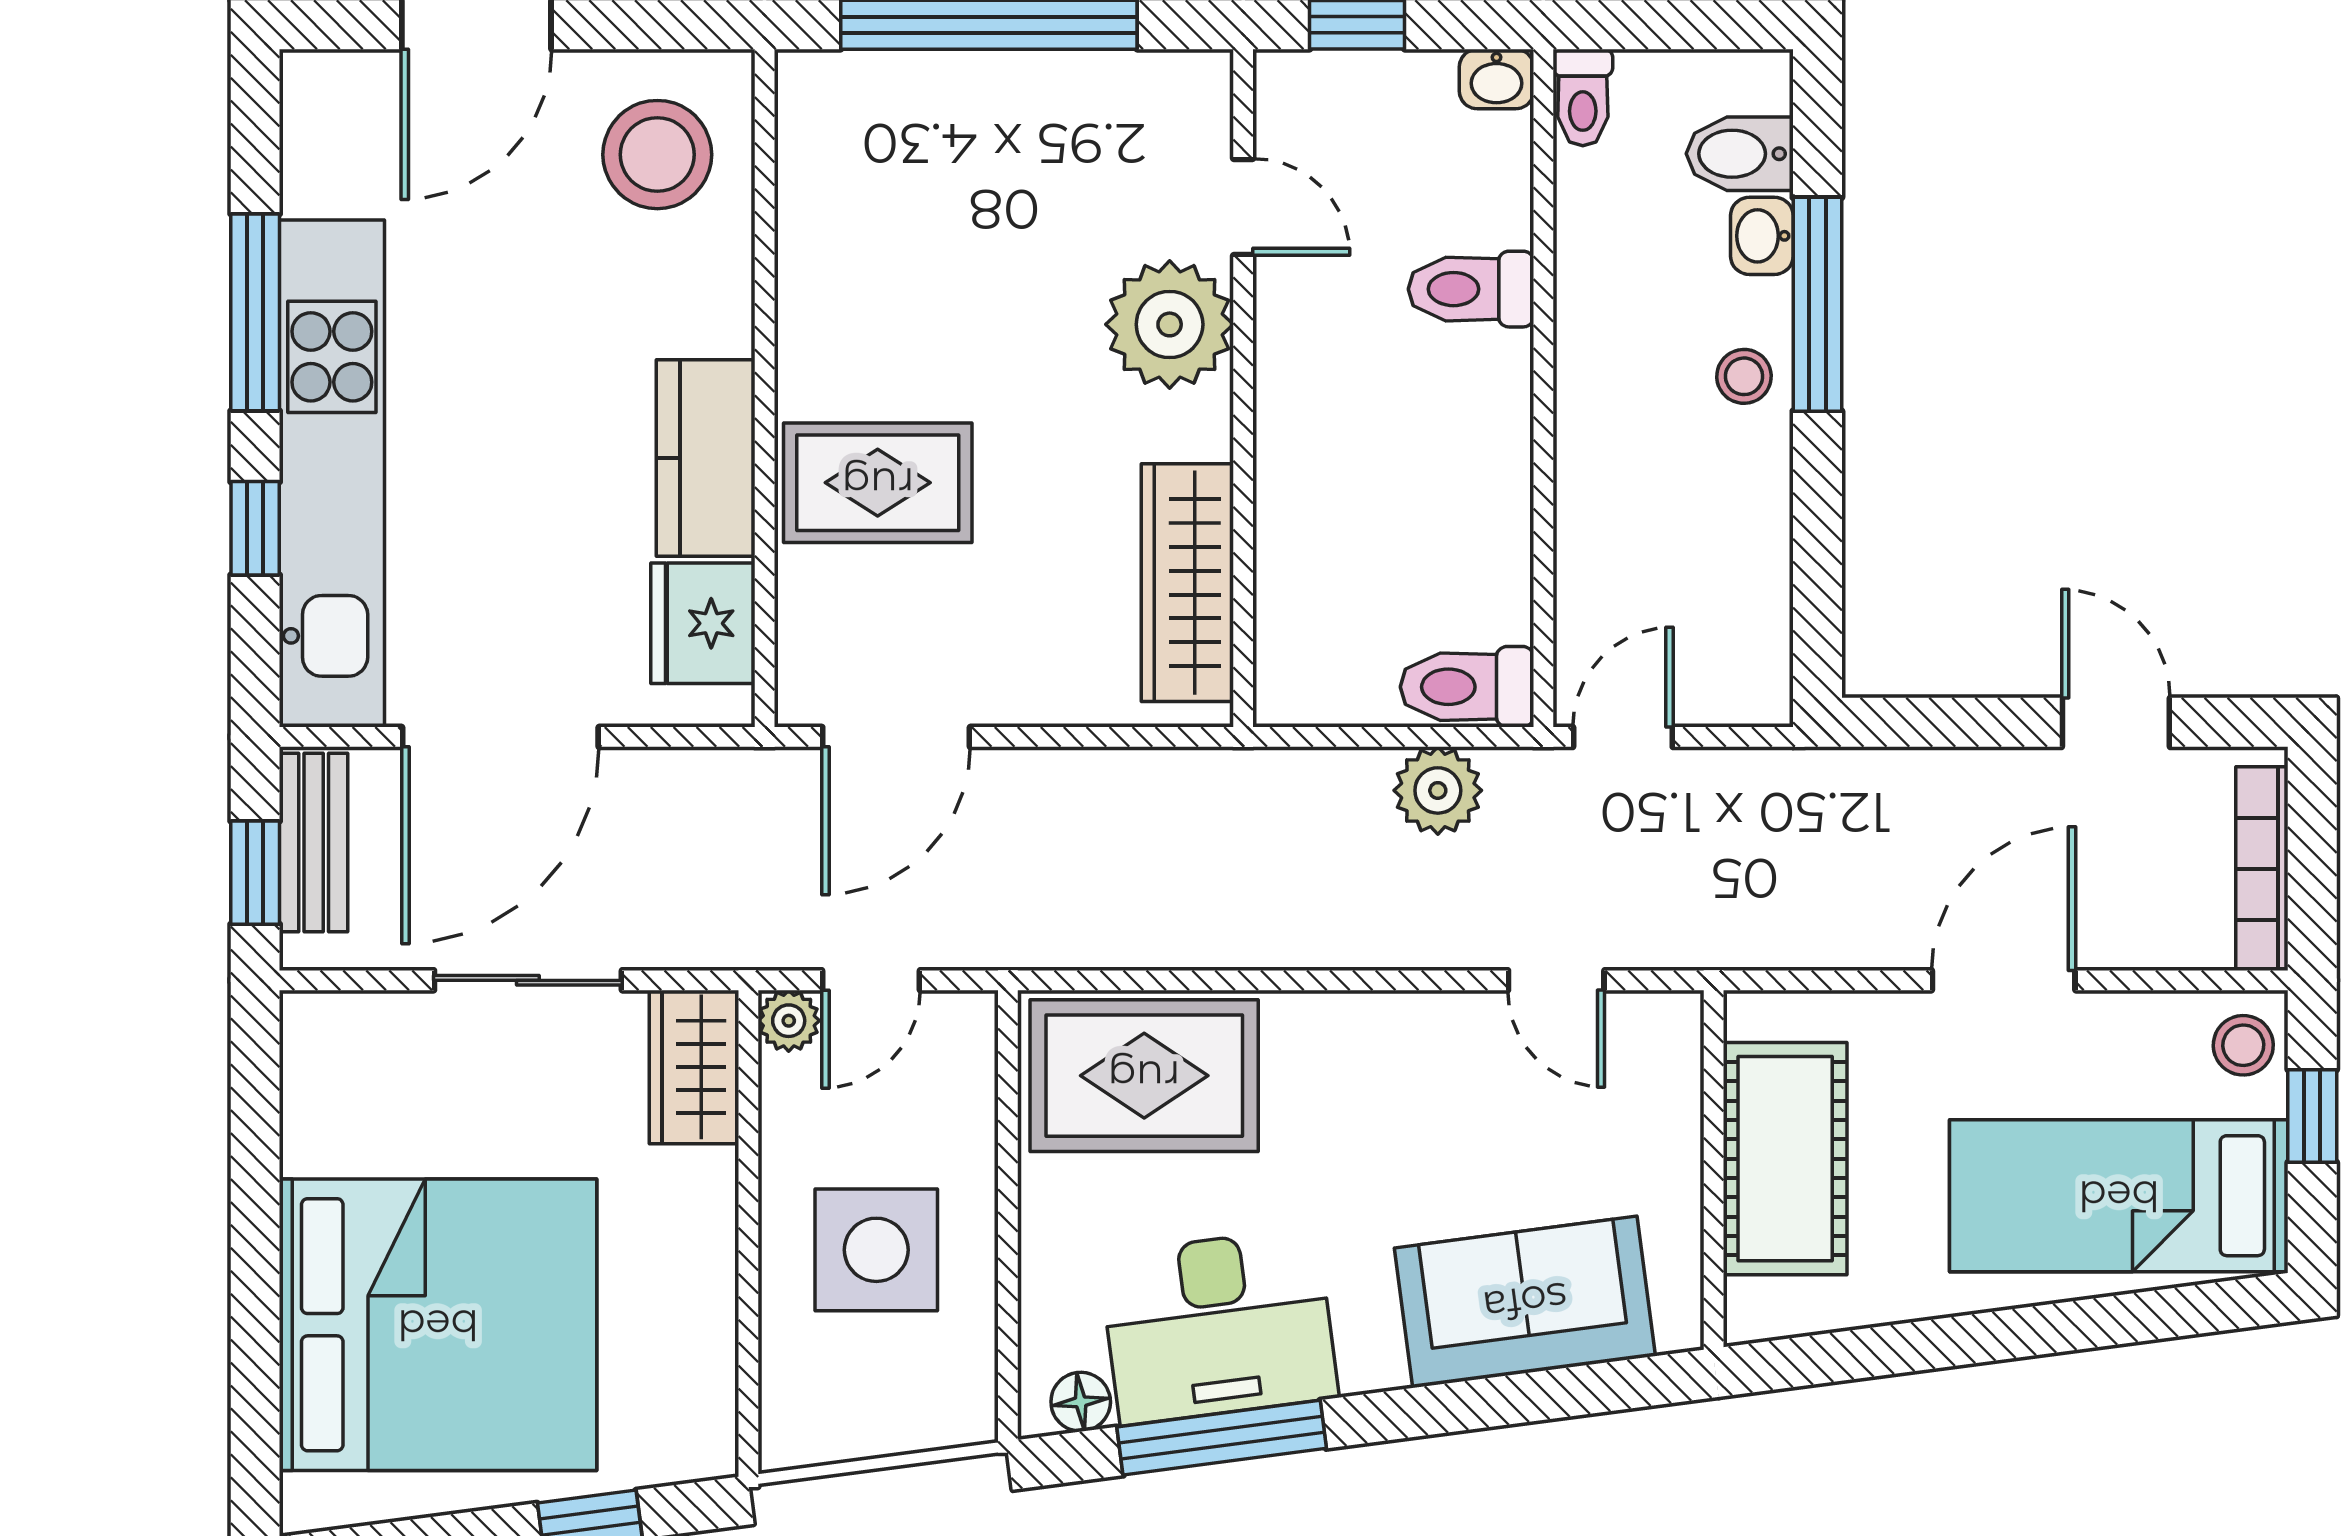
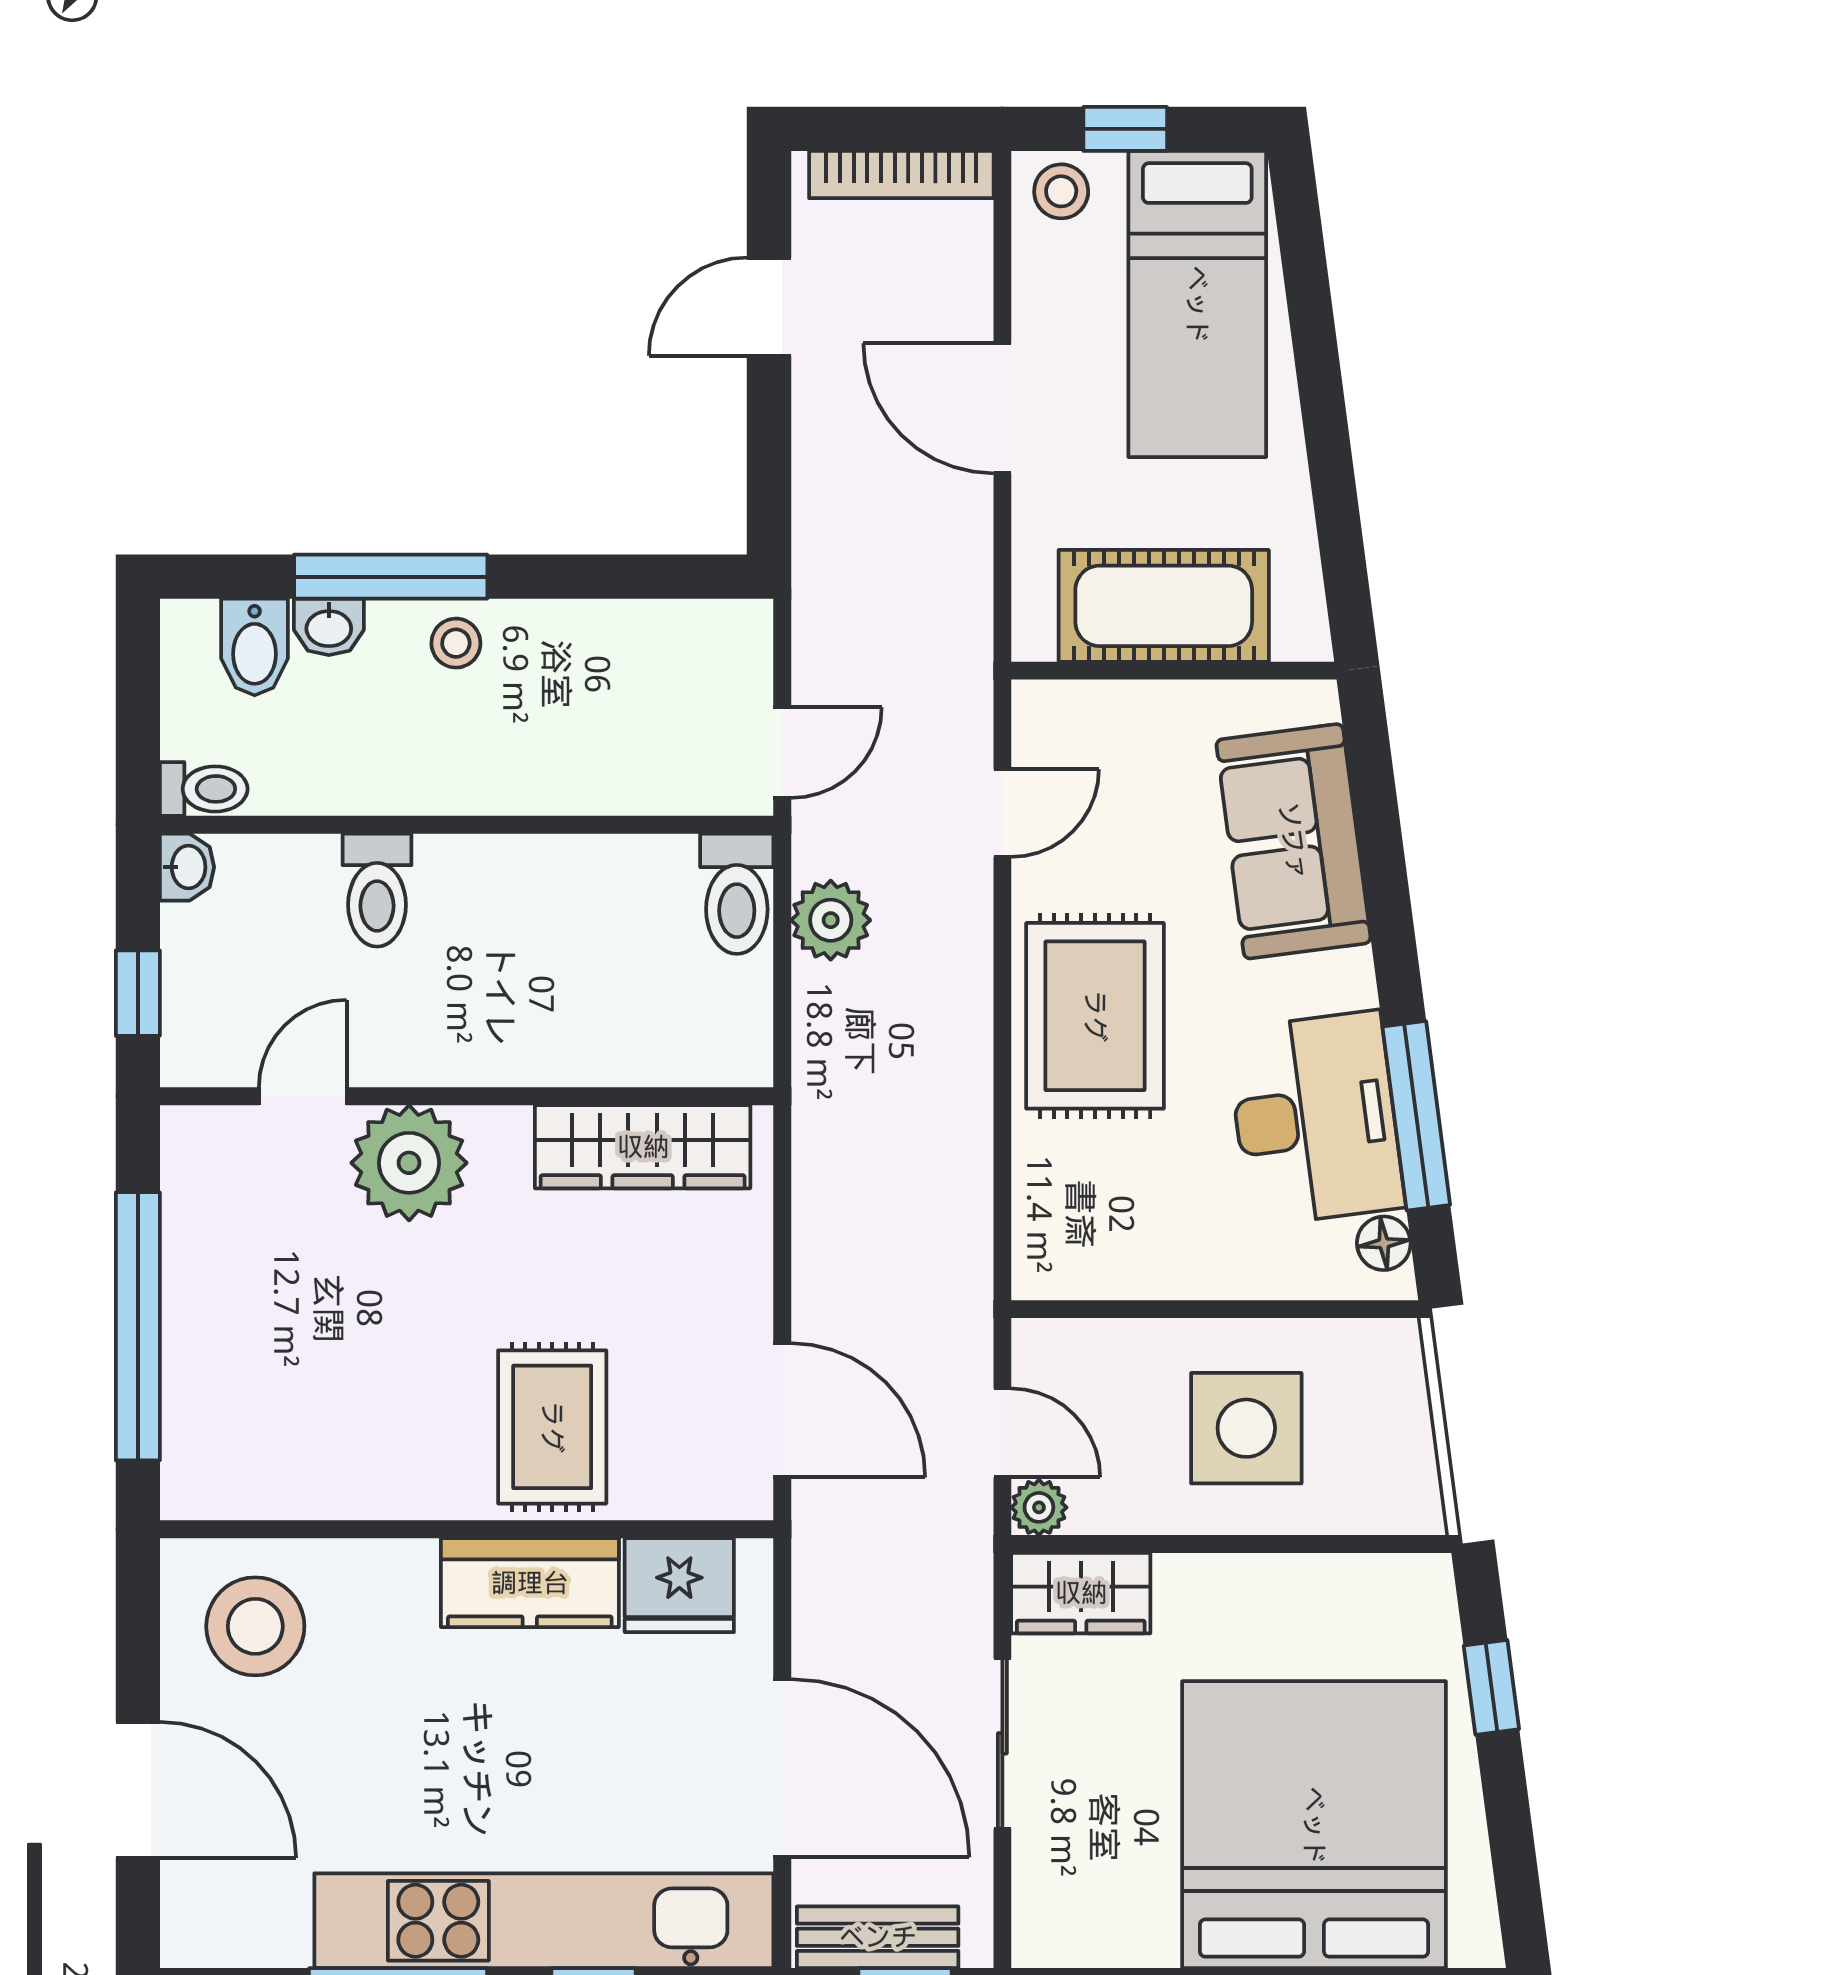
door: (1623, 737) -> (782, 753), swing flipped
rug: (1144, 1076) -> (1095, 1016), moved

